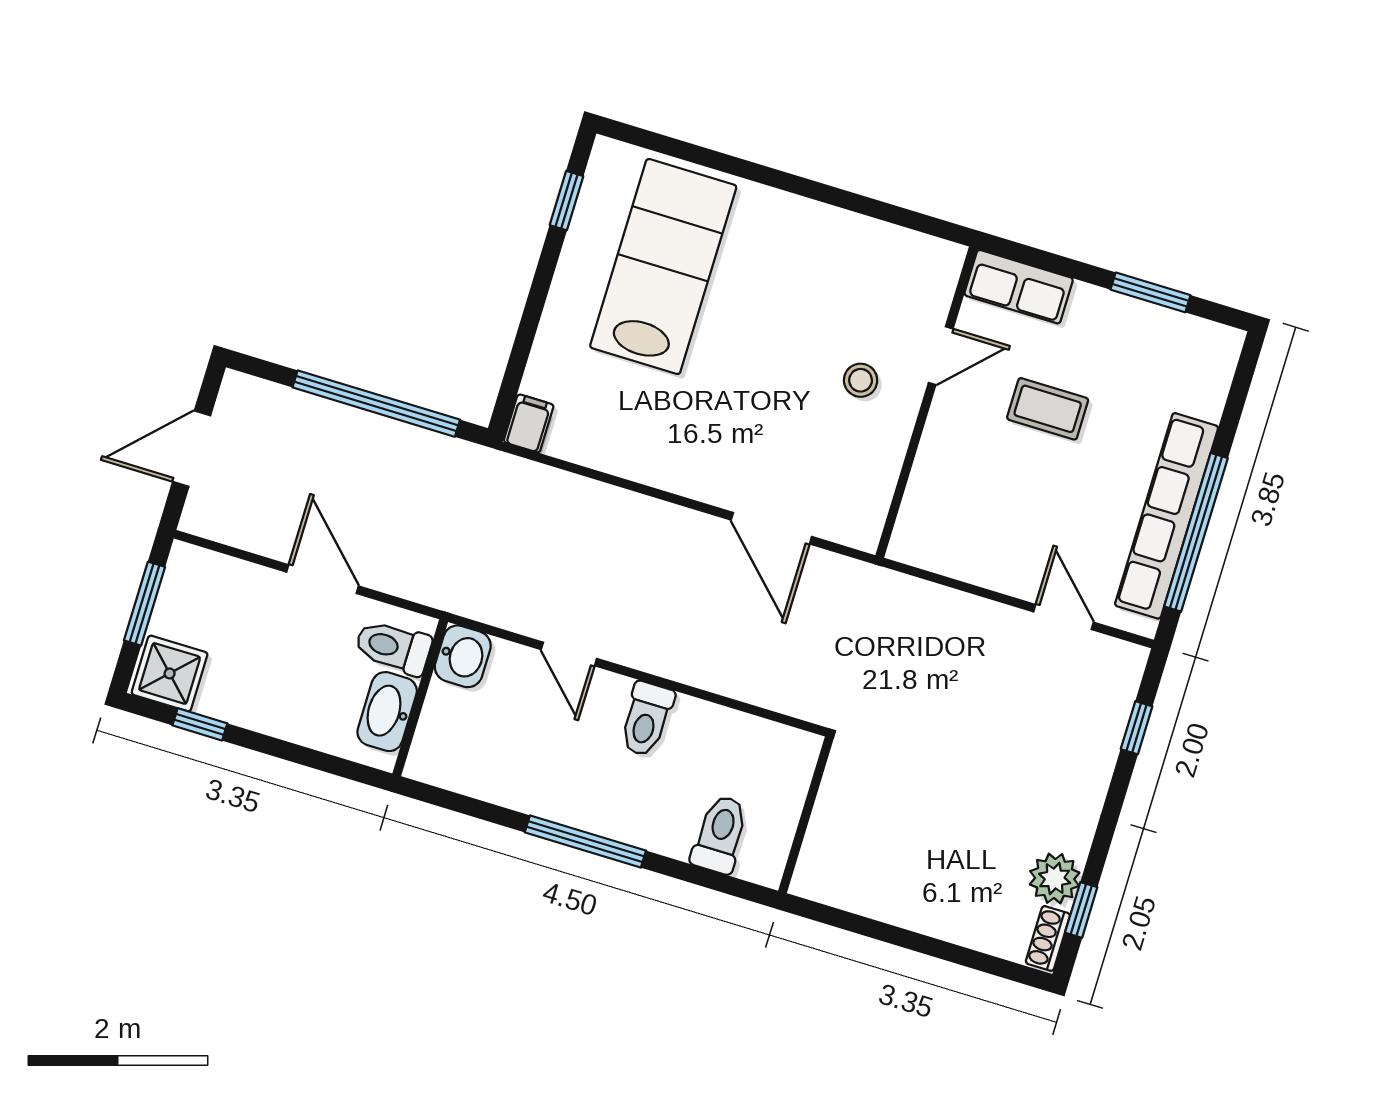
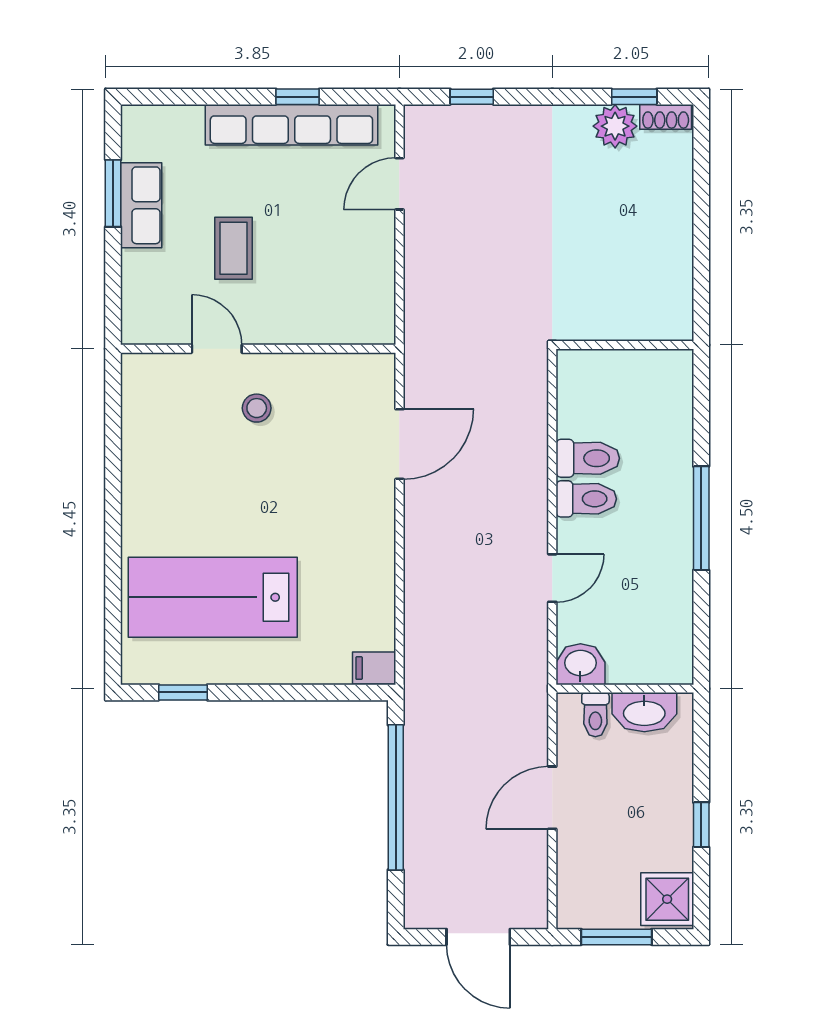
row of seats: (1019, 287) -> (141, 205), moved
window: (1196, 532) -> (298, 97), width x0.32
toilet: (393, 647) -> (595, 715), width x0.73, depth x0.72
window: (200, 724) -> (701, 825), moved
toilet: (720, 834) -> (588, 458), moved, turned 180

